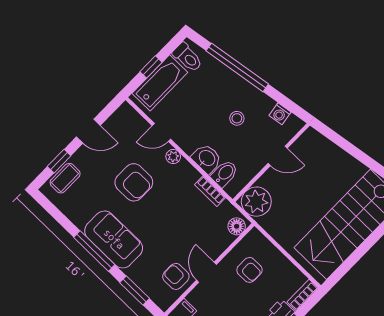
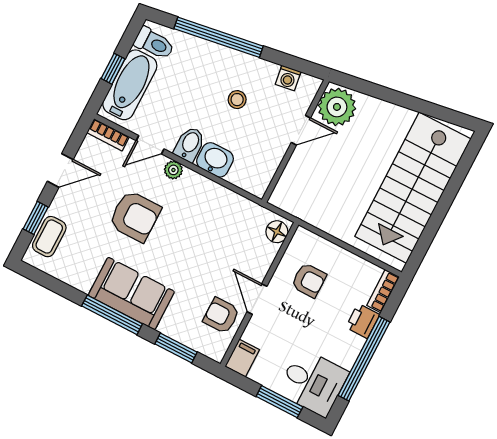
bidet: (224, 174) -> (190, 144), moved
bookcase: (210, 191) -> (108, 135), moved
plant: (256, 202) -> (337, 107), moved

